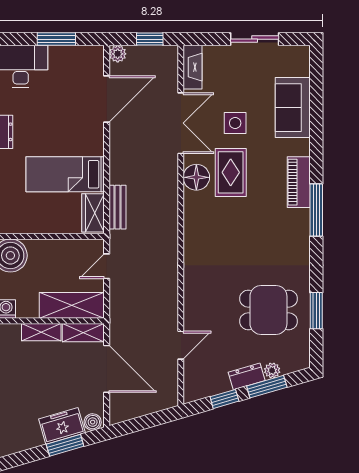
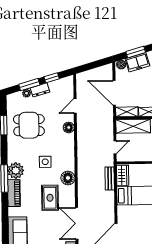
side table: (235, 123) -> (45, 162), moved
floor lamp: (196, 177) -> (68, 178), moved
plant: (295, 225) -> (16, 171), added
floor lamp: (193, 305) -> (69, 127), added

